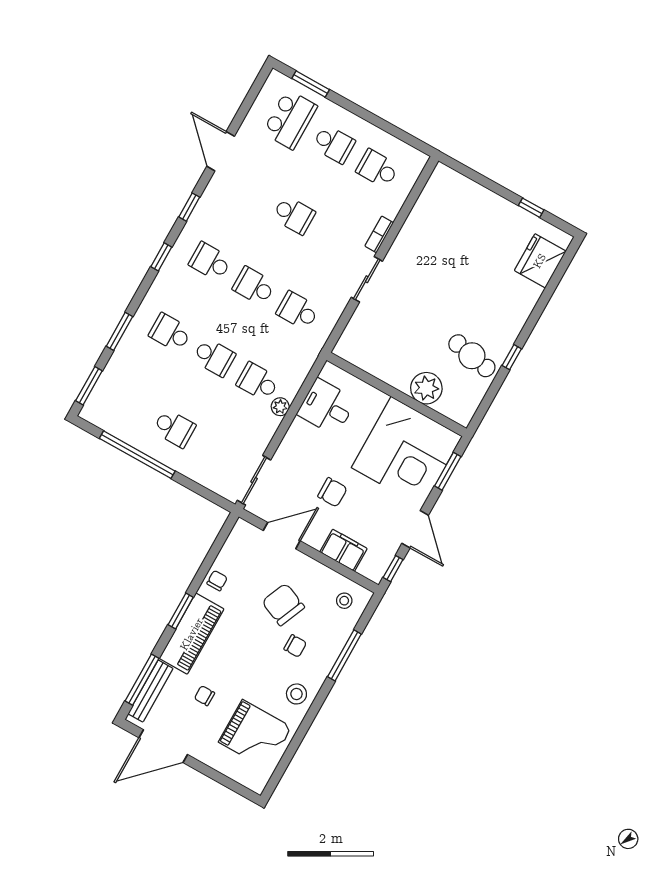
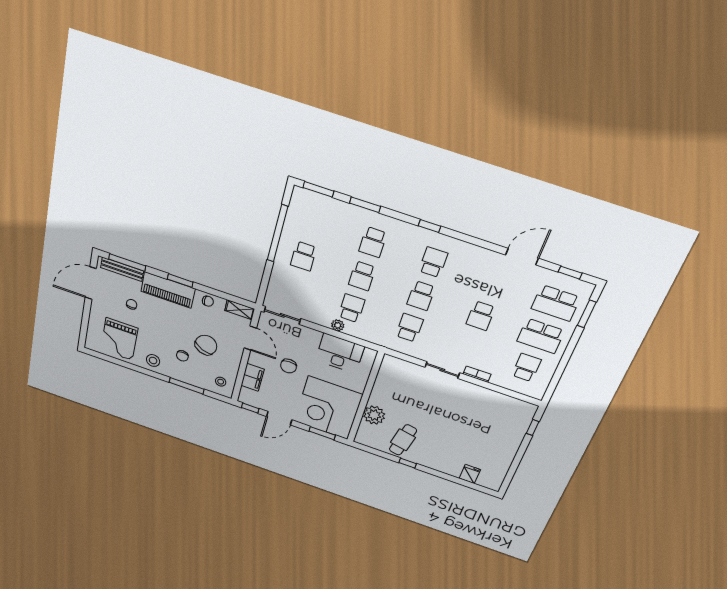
school desk: (334, 144) -> (541, 336), width x1.85
window: (189, 207) -> (570, 273), moved
window: (531, 208) -> (533, 427), moved
fridge: (540, 261) -> (470, 474), width x0.53, depth x0.75
school desk: (254, 286) -> (421, 296), turned 180
school desk: (170, 333) -> (373, 242), turned 180
desk: (327, 407) -> (340, 353), width x1.37
shelving: (237, 538) -> (240, 310), added
door: (163, 746) -> (91, 283), hinge flipped

